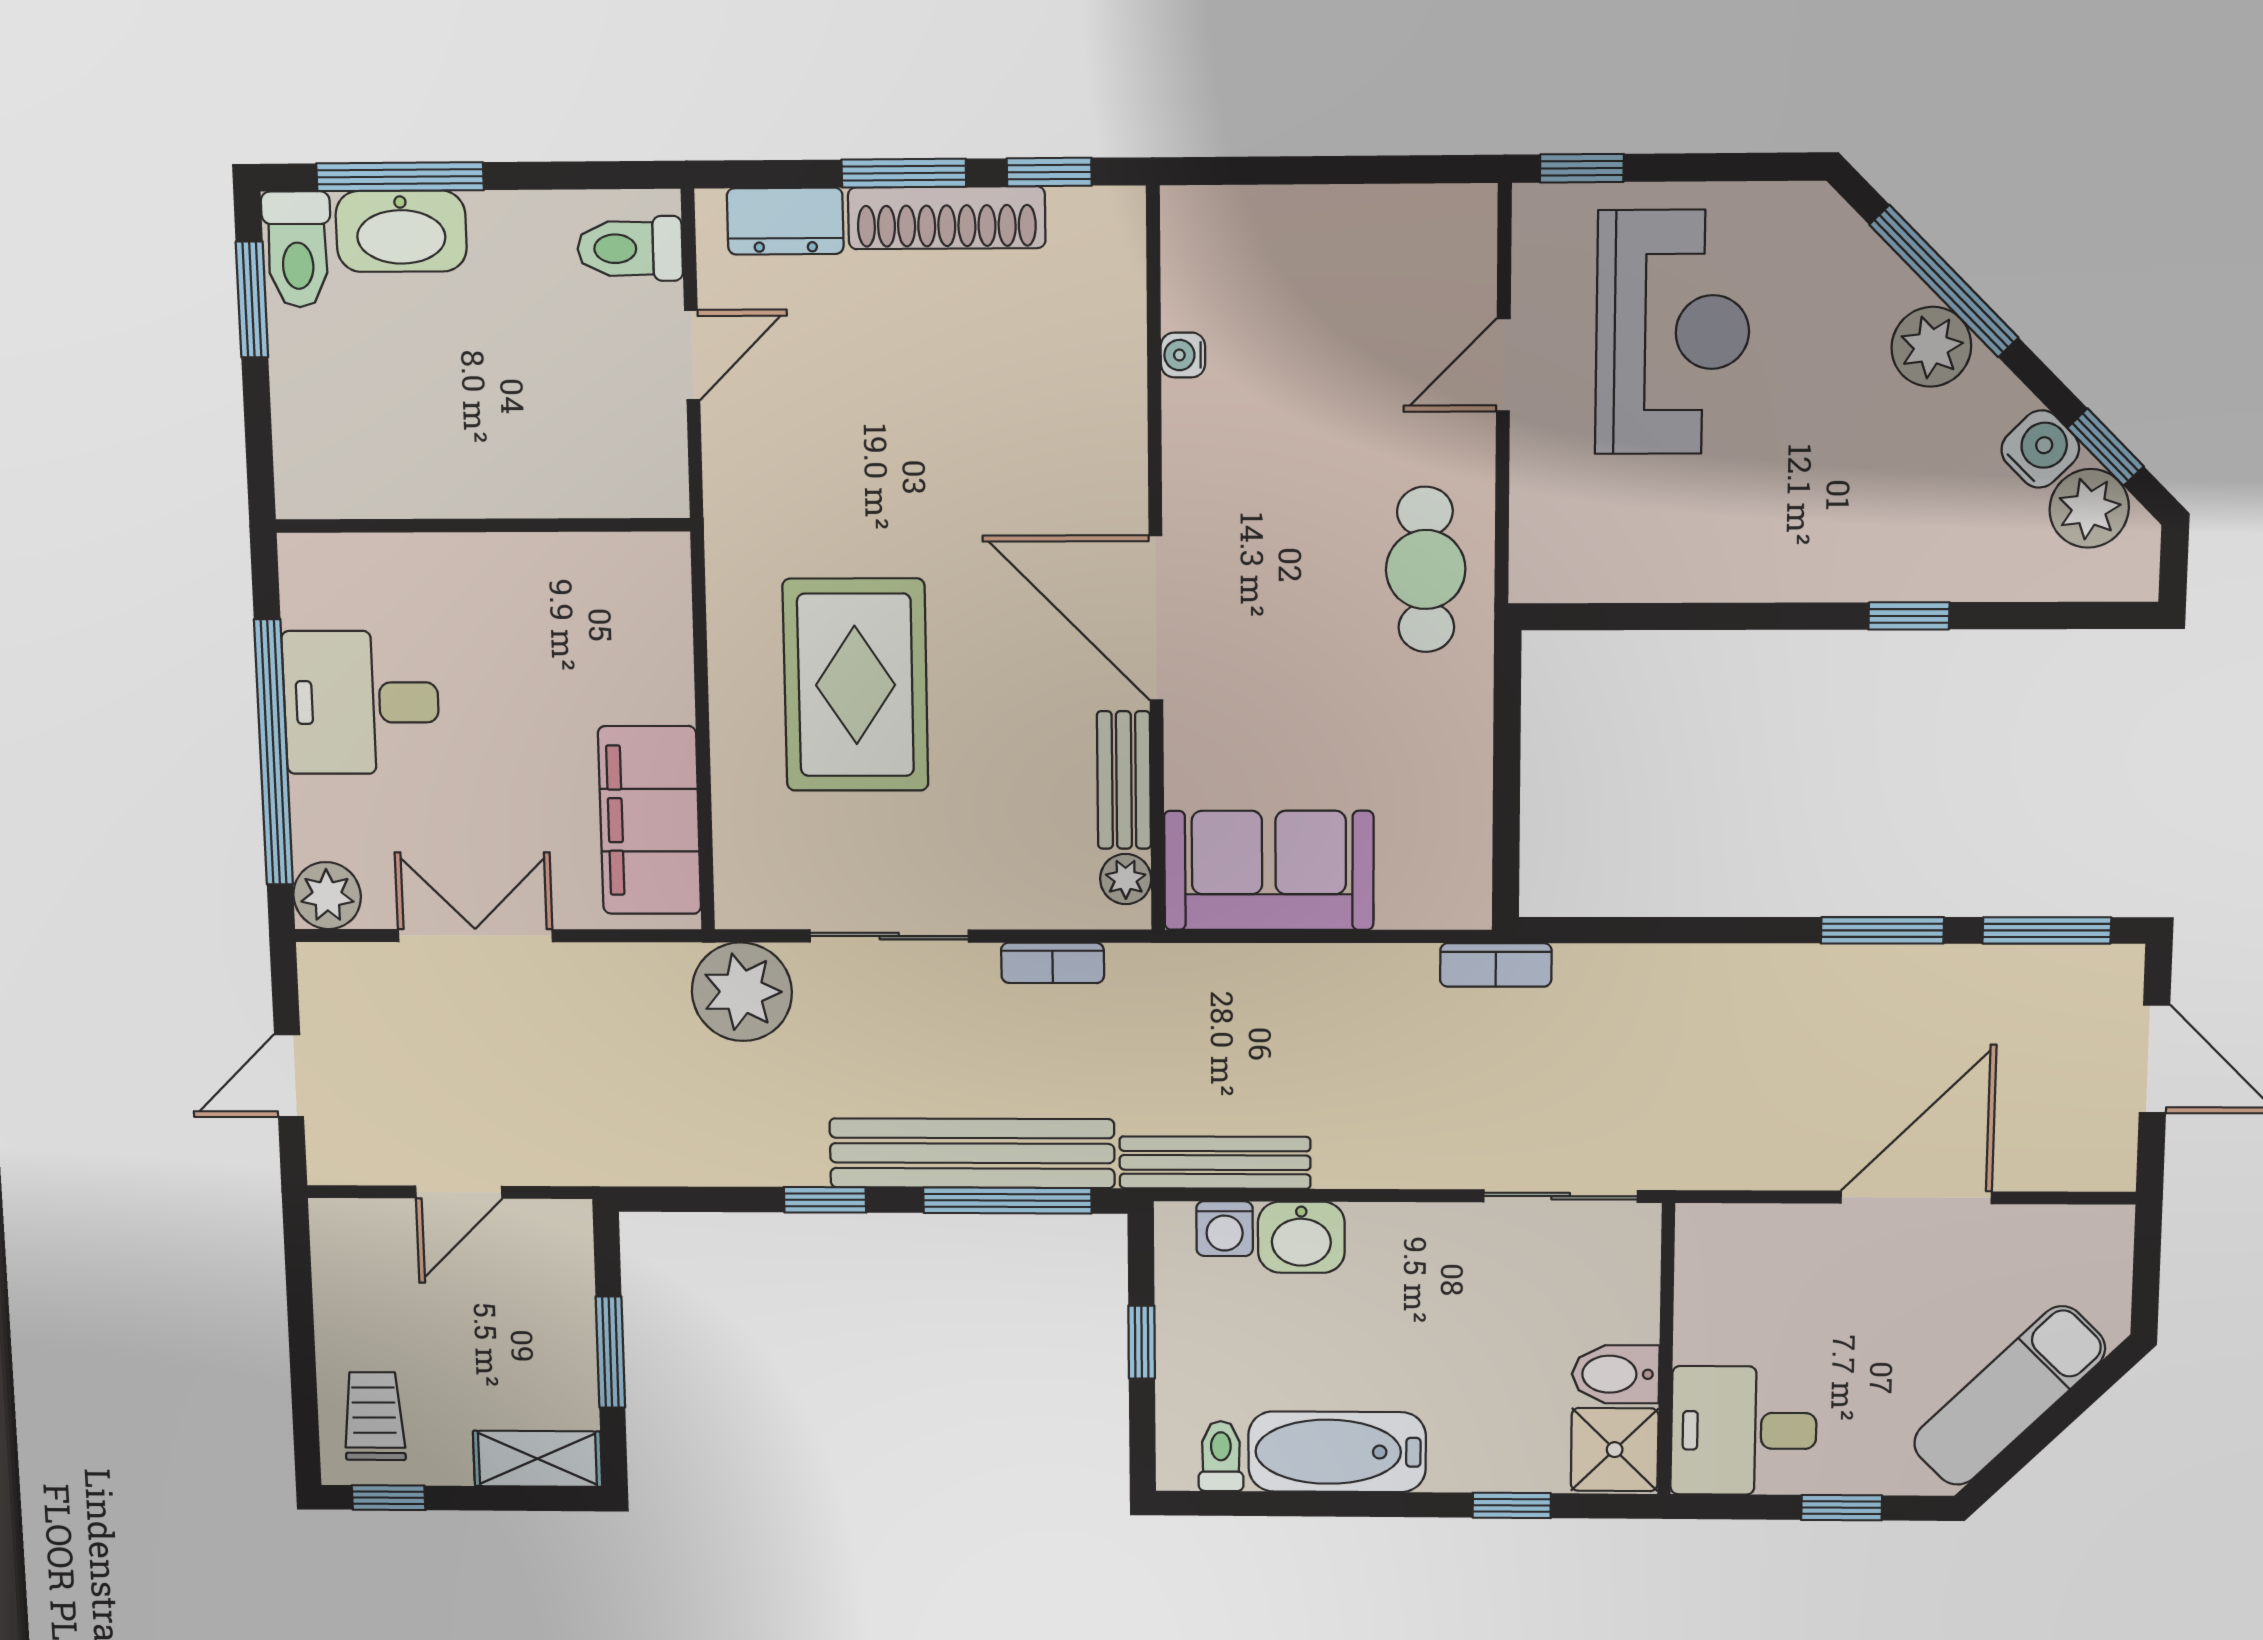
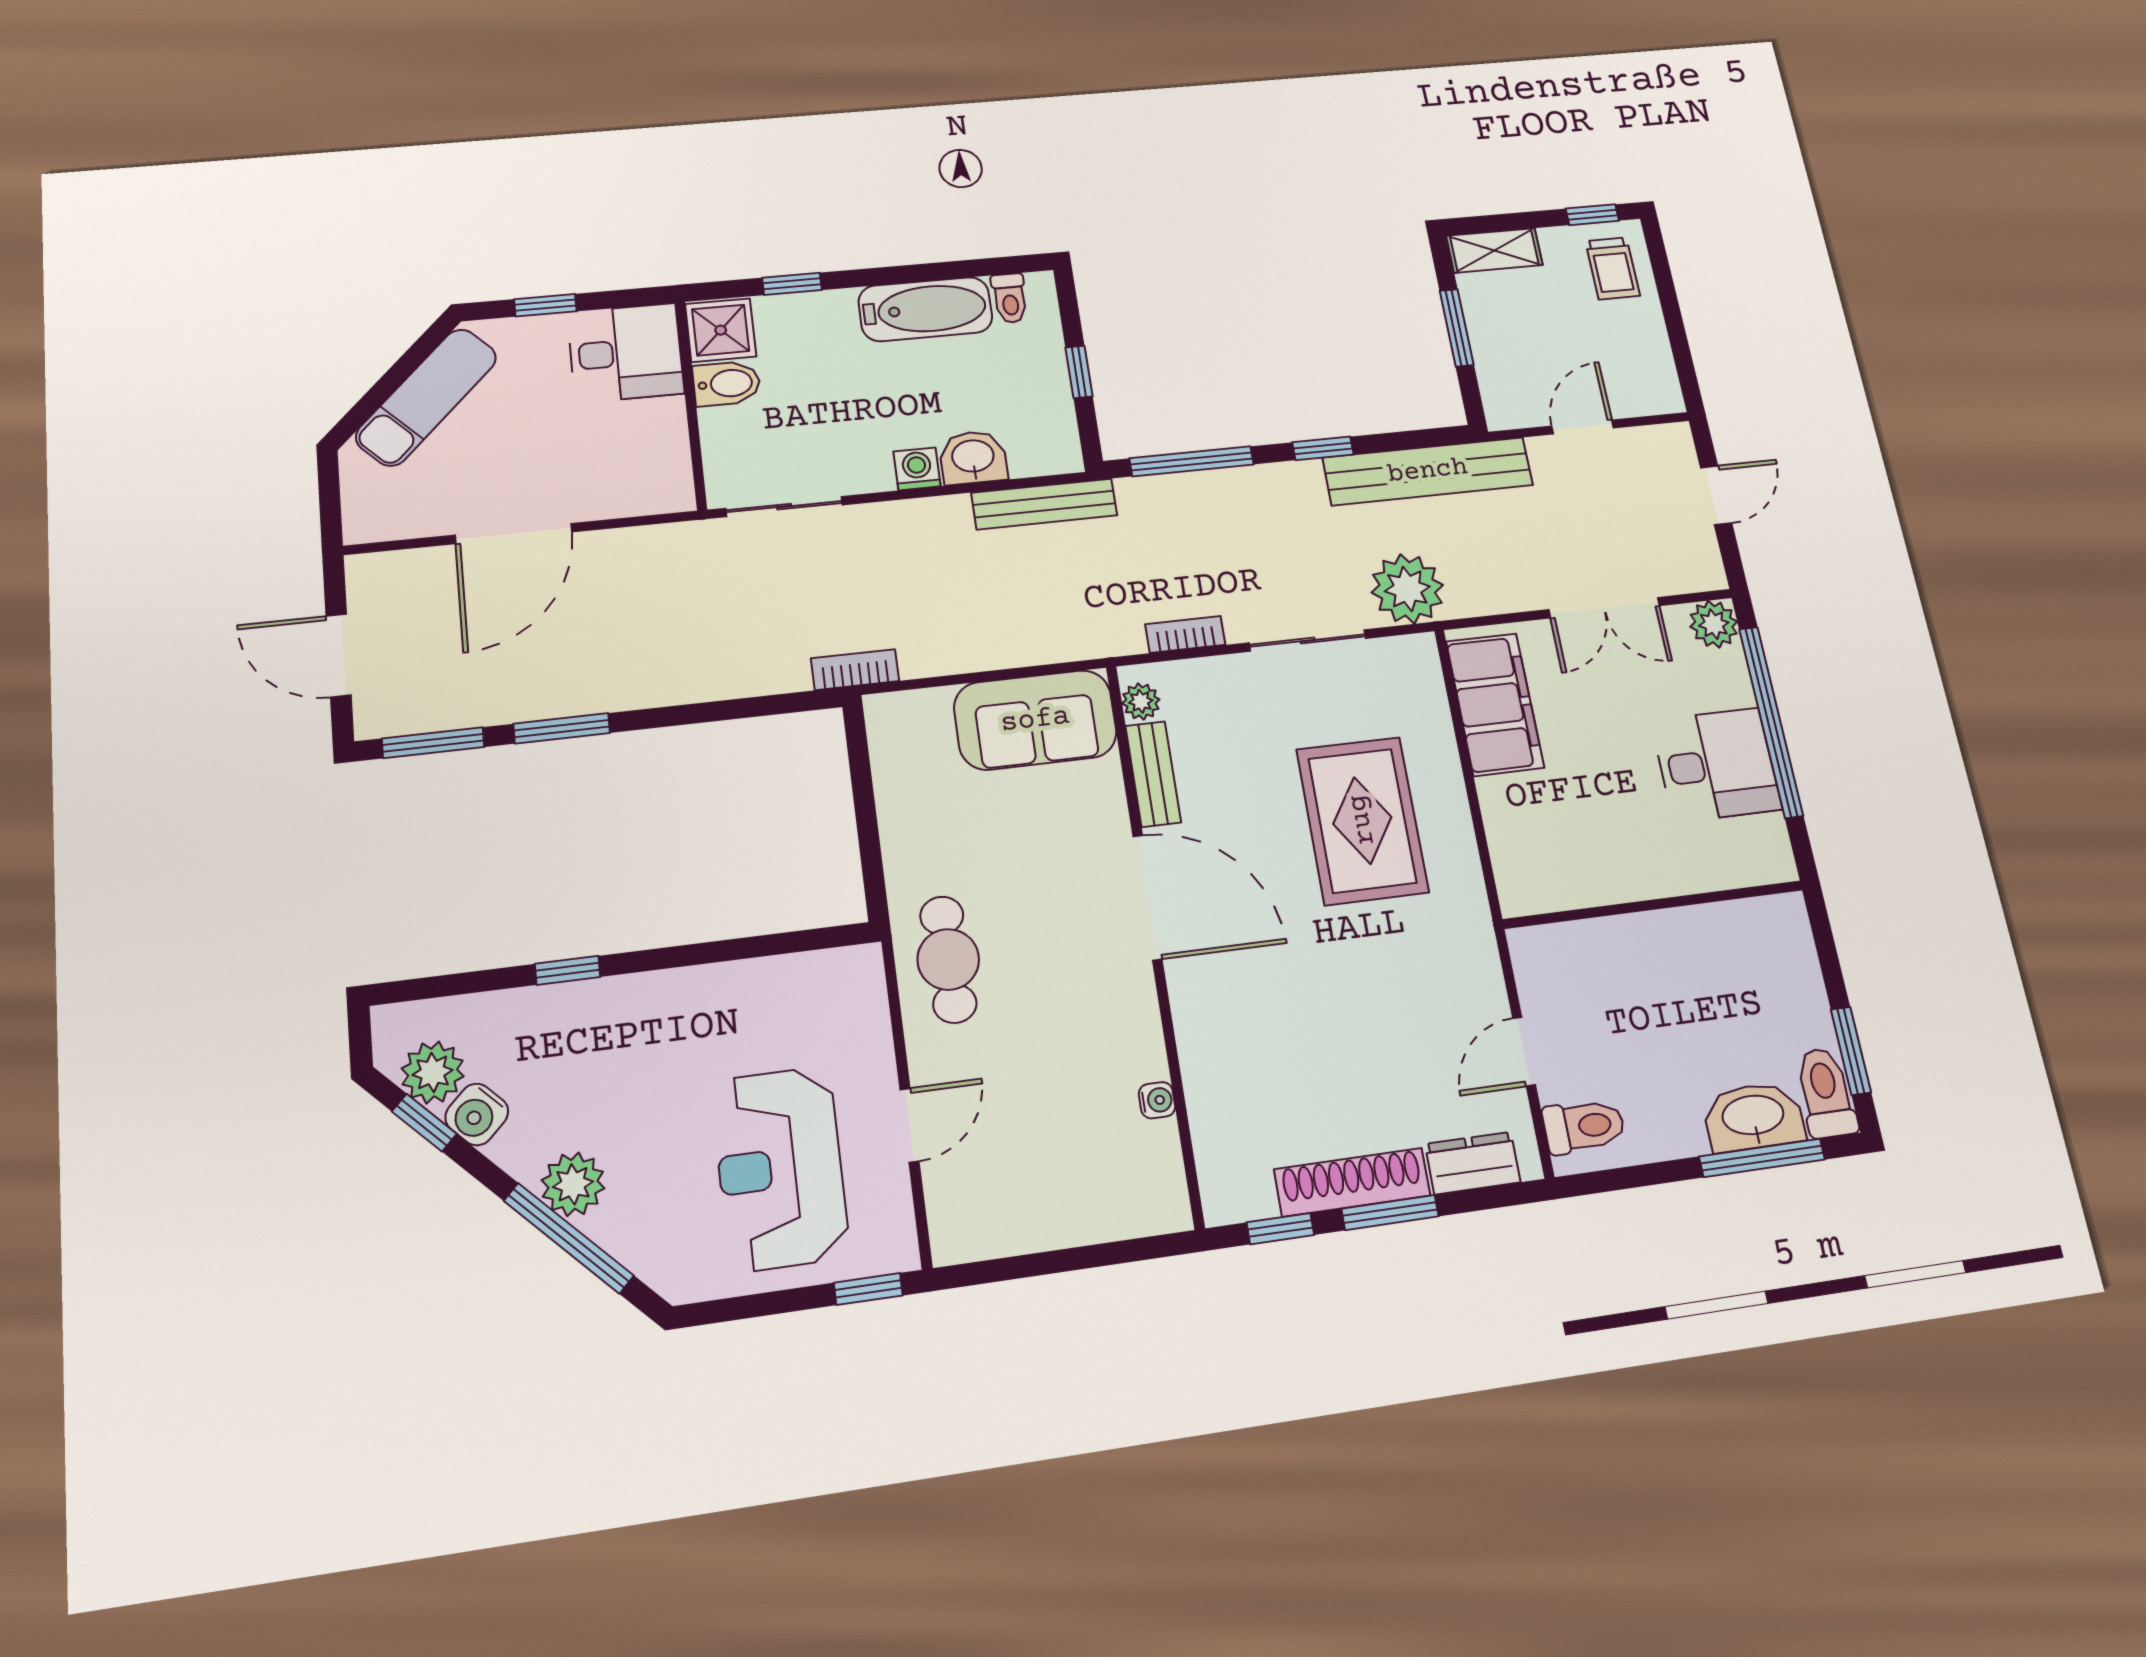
bench: (972, 1153) -> (1428, 471), moved
washing machine: (1225, 1229) -> (917, 469), moved

